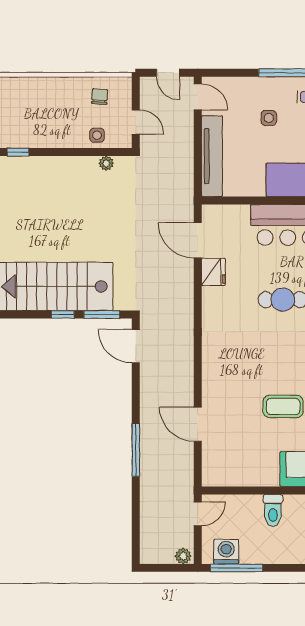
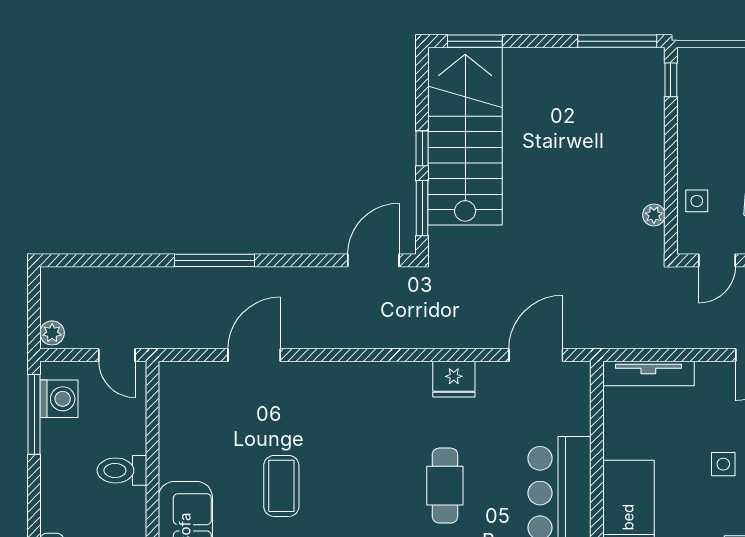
tv unit: (212, 156) -> (648, 373), width x0.73, depth x0.78
fridge: (213, 272) -> (454, 379), moved

